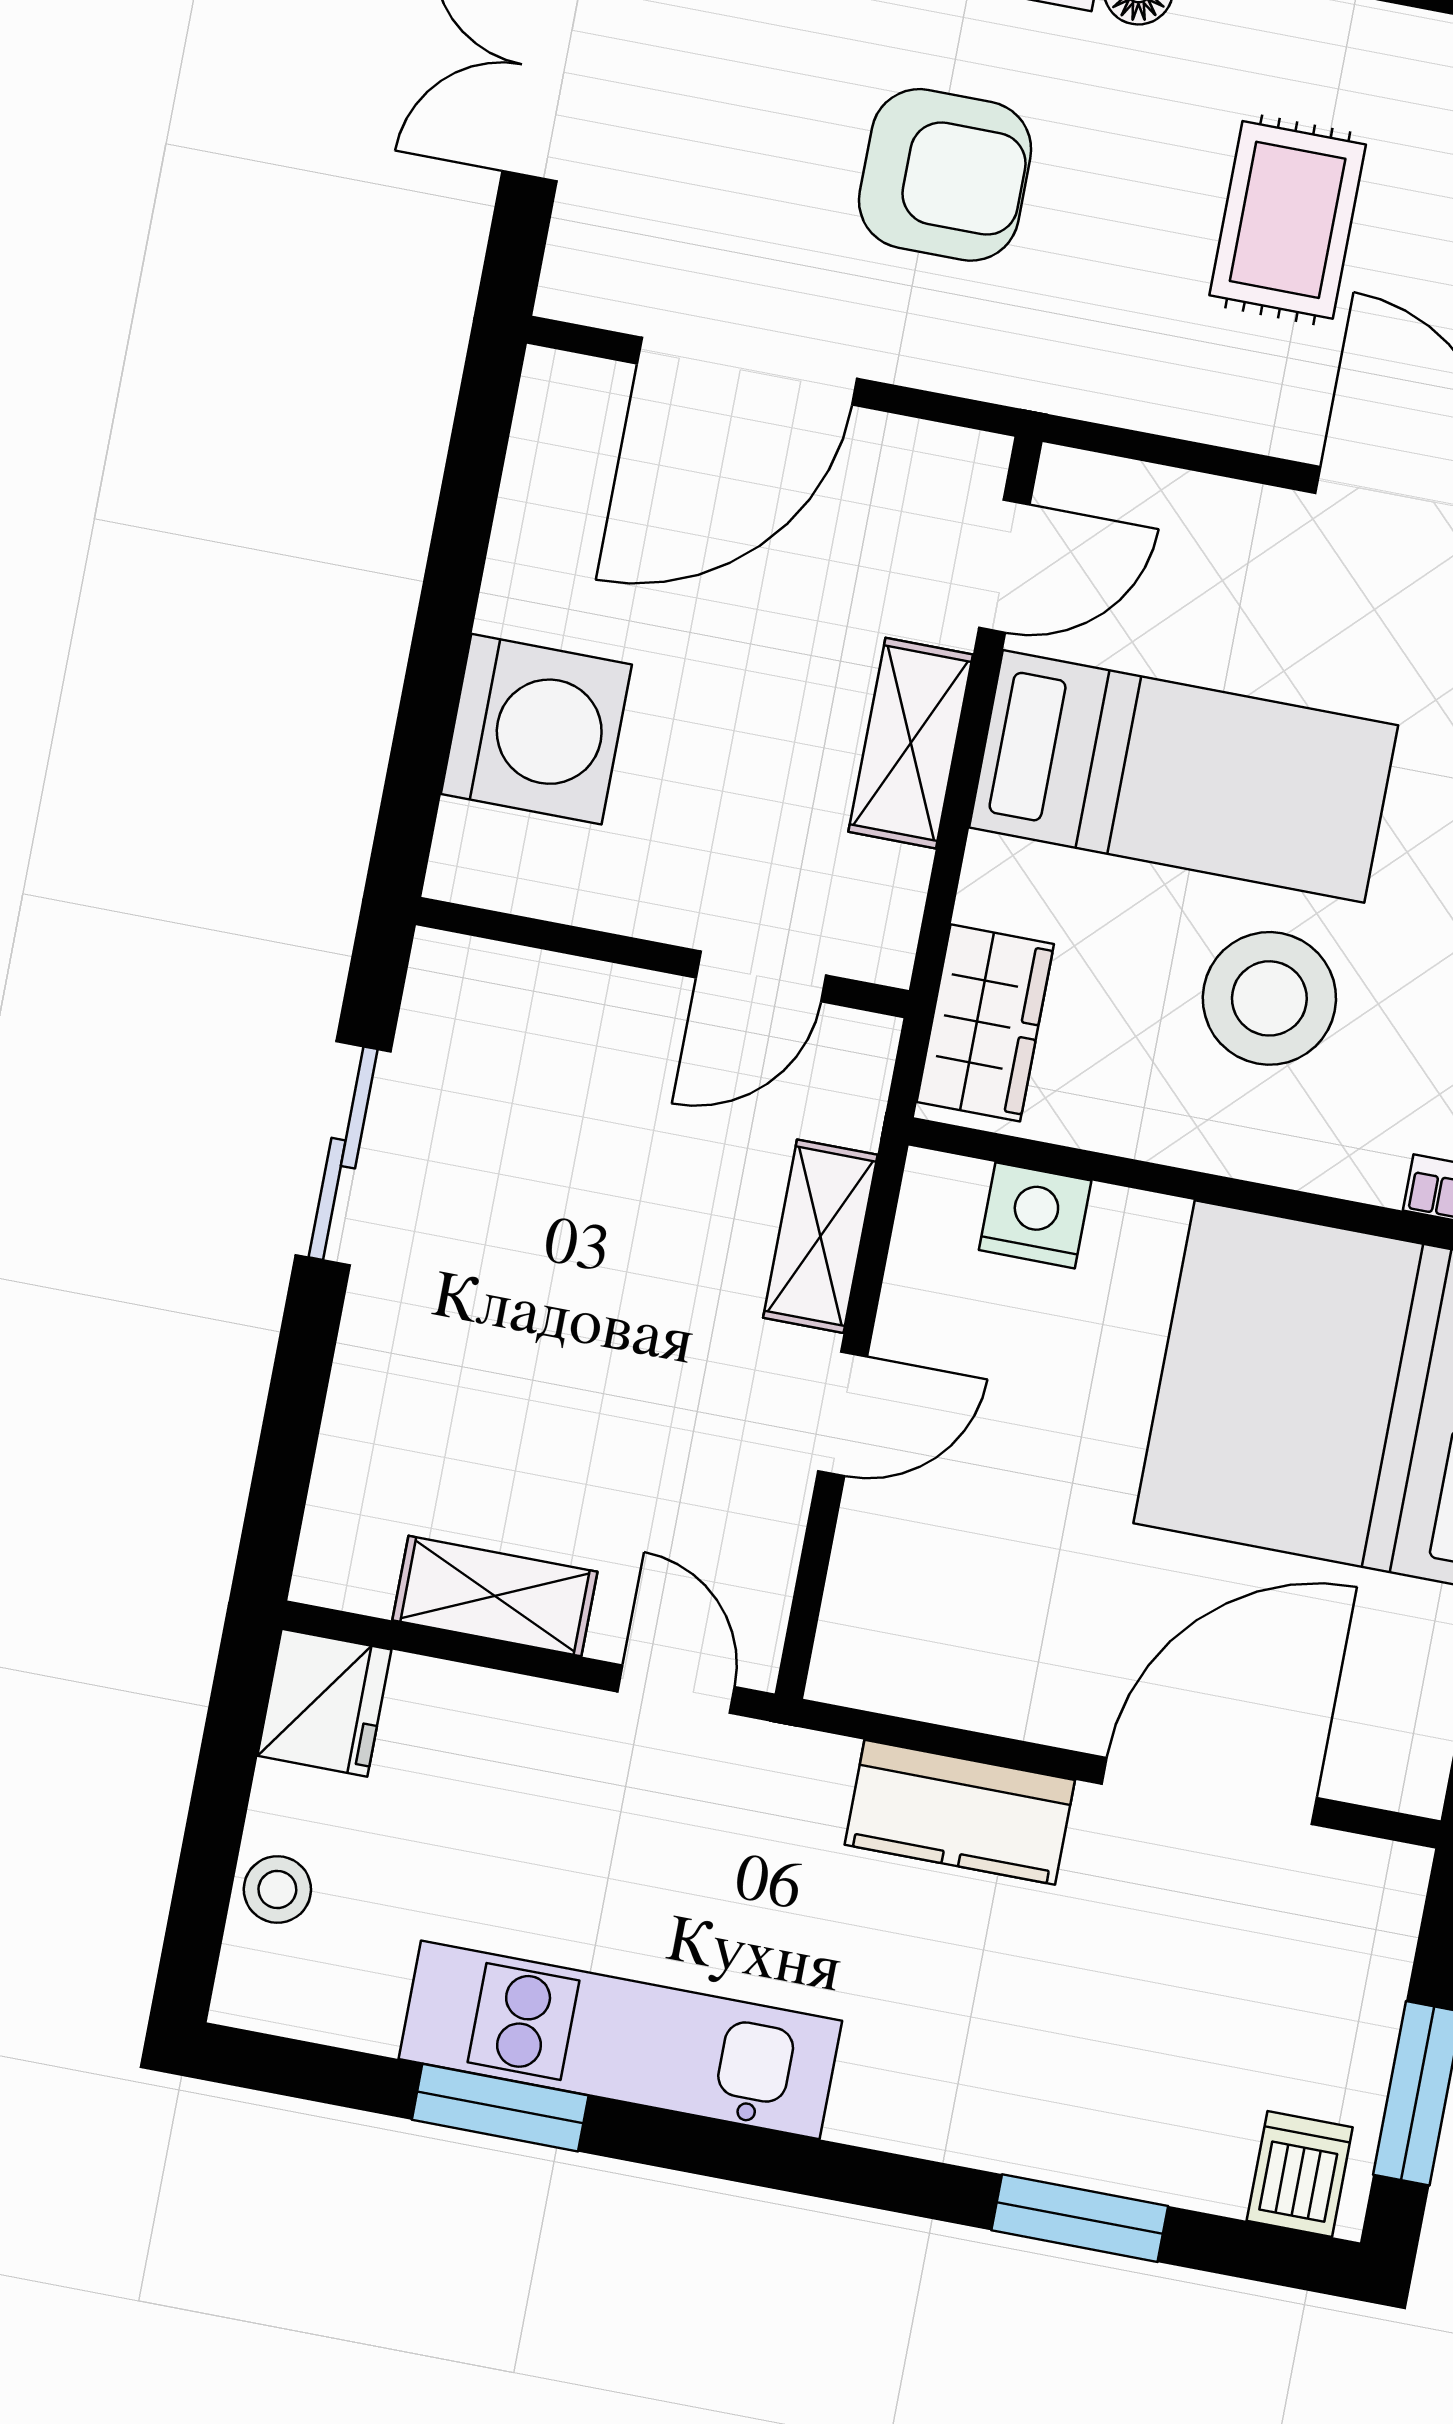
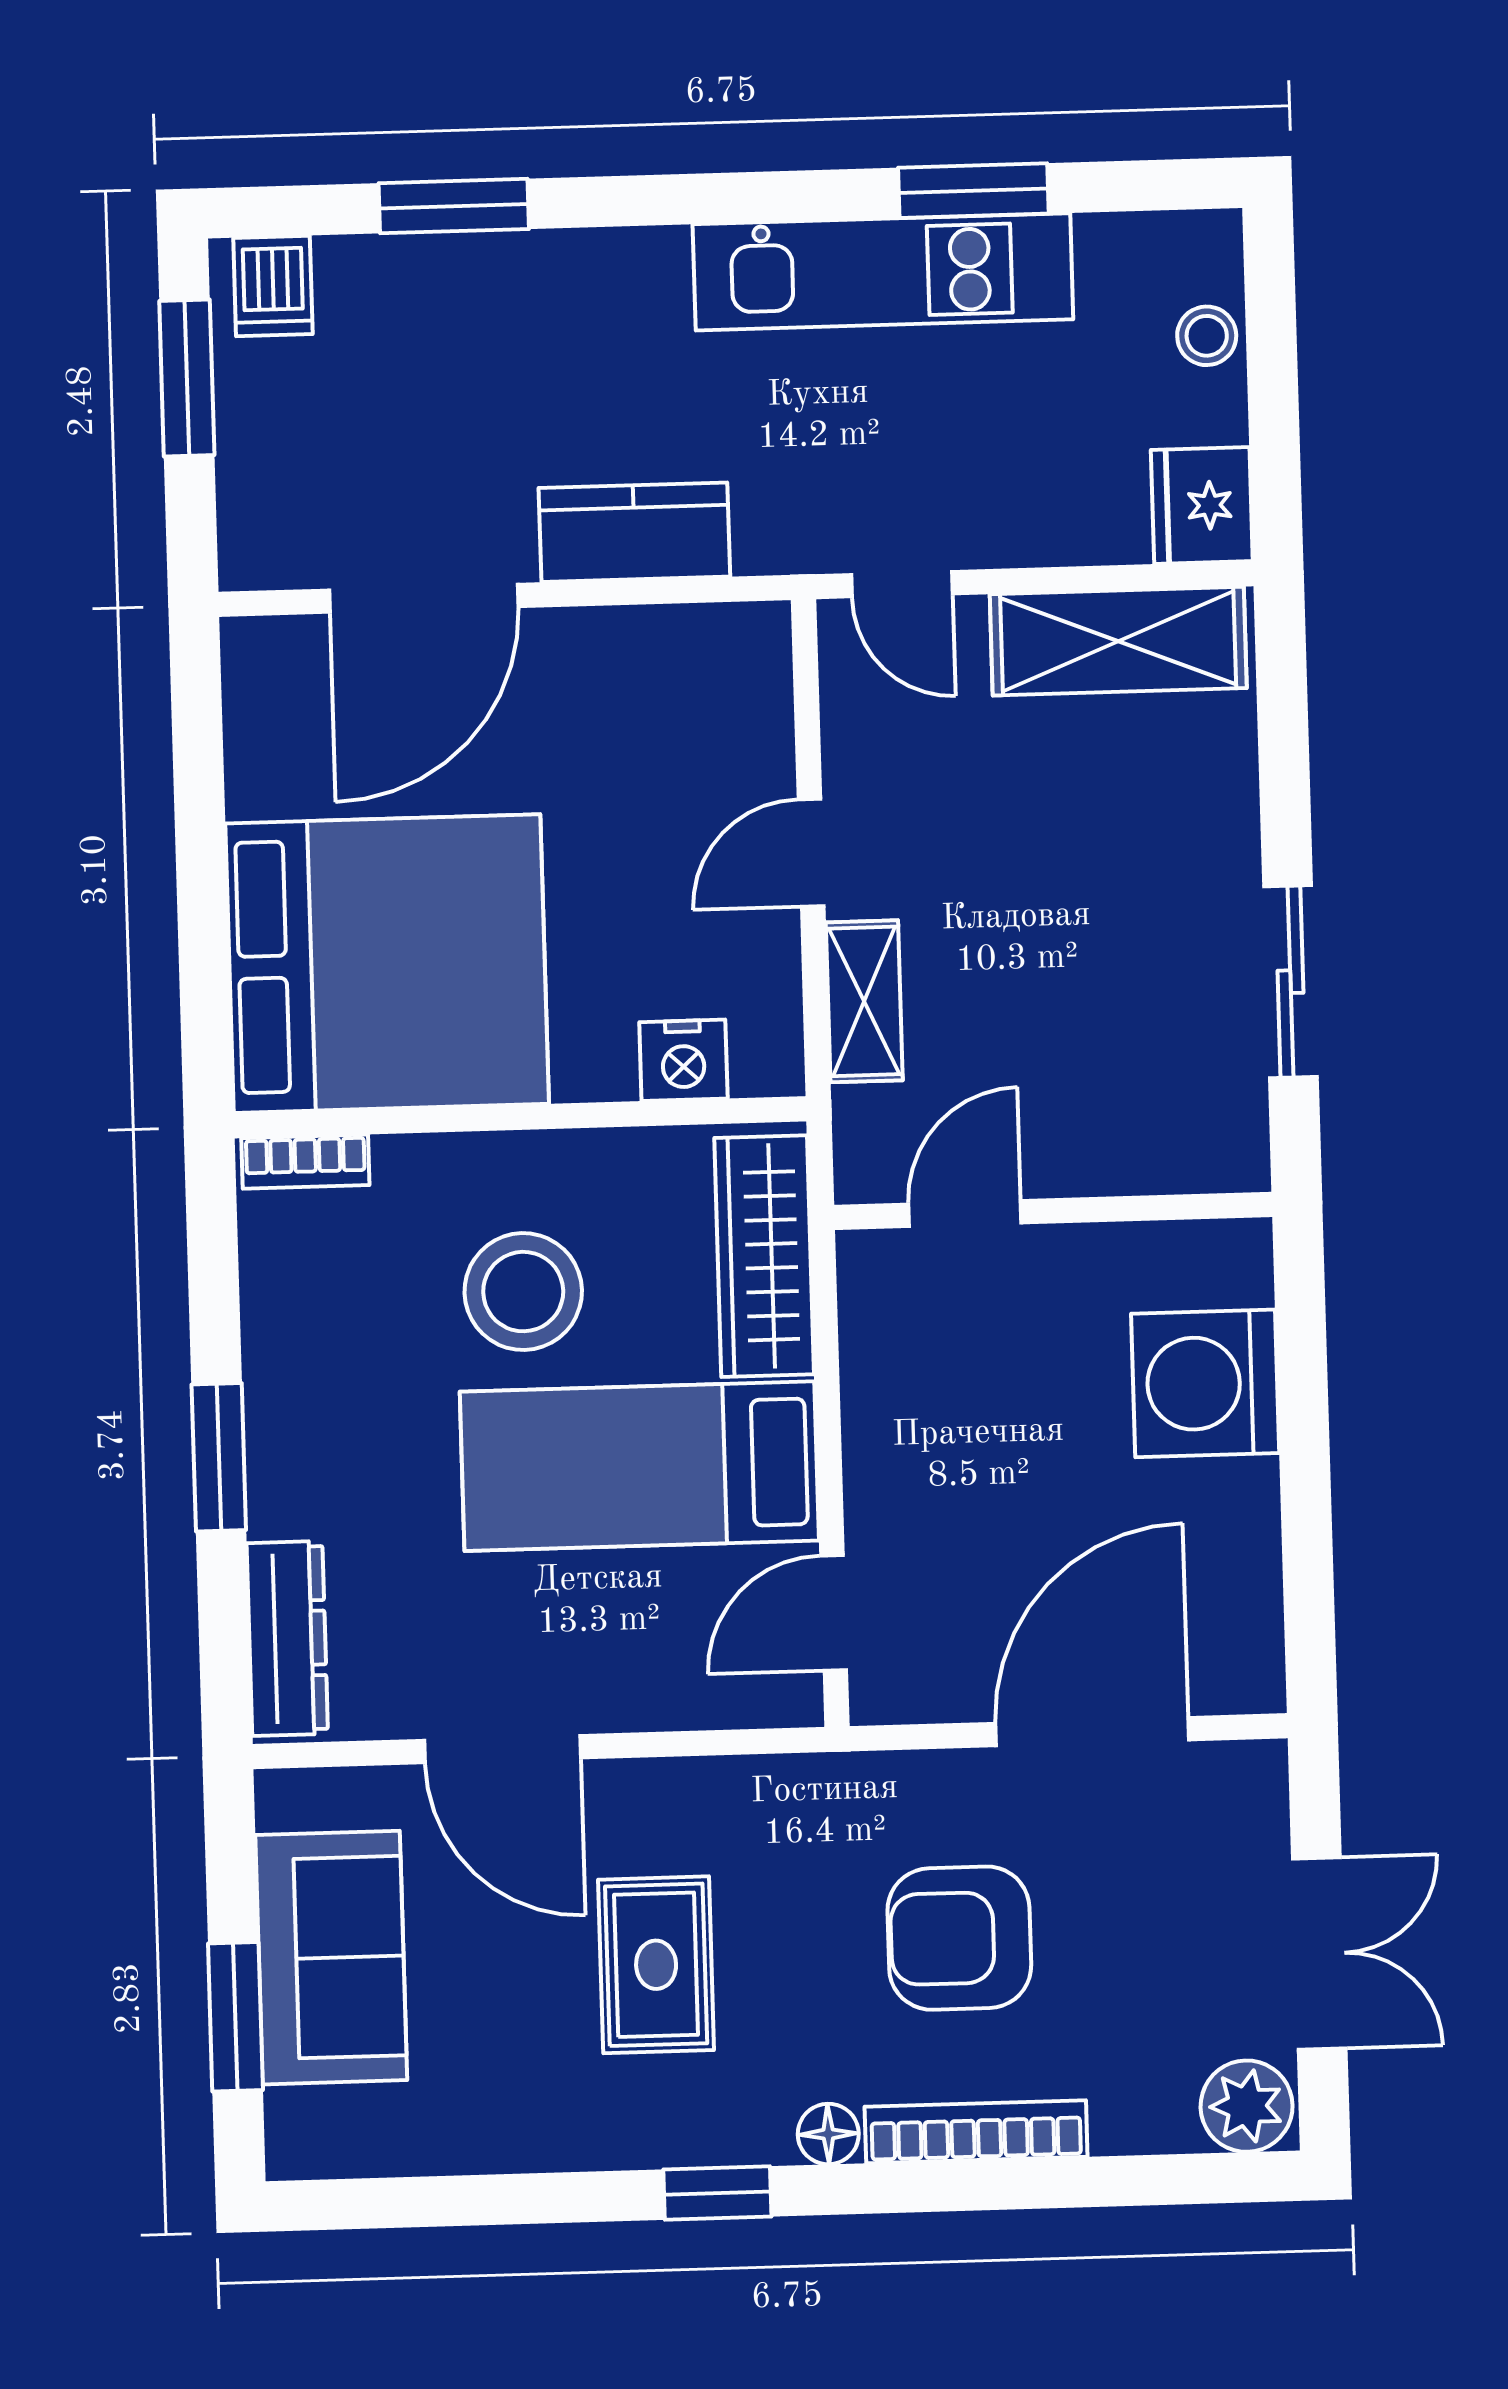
shelving: (911, 743) -> (880, 1443), removed
wardrobe: (985, 1023) -> (764, 1256), width x1.50
shelving: (495, 1596) -> (1118, 641), width x1.50, depth x1.33

